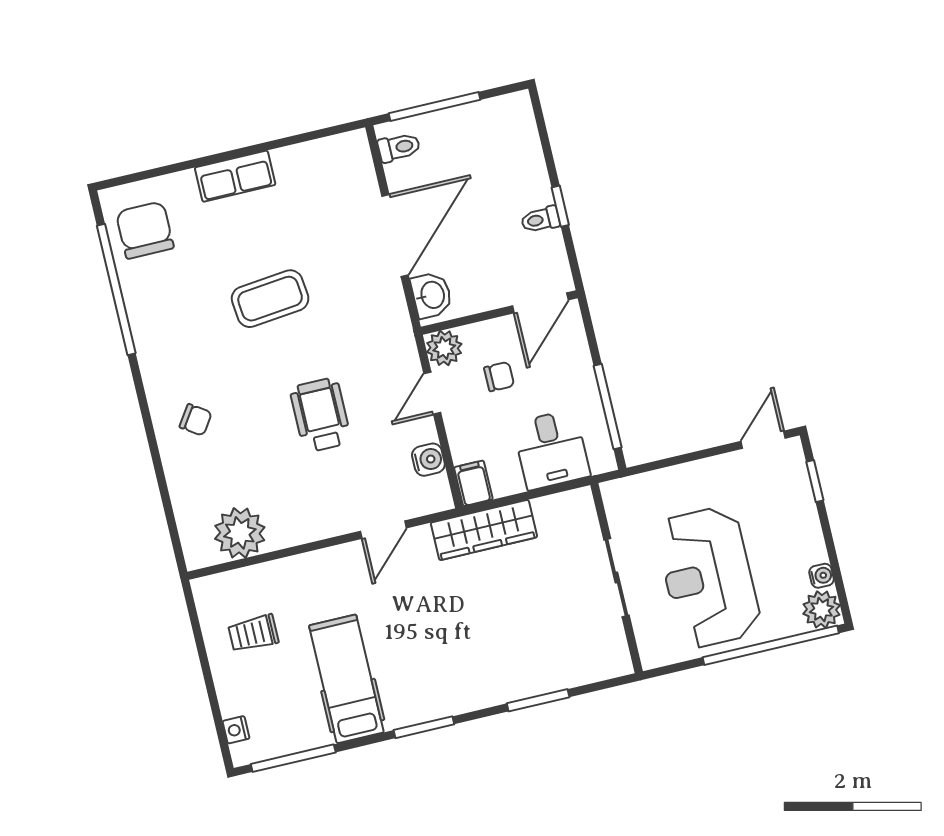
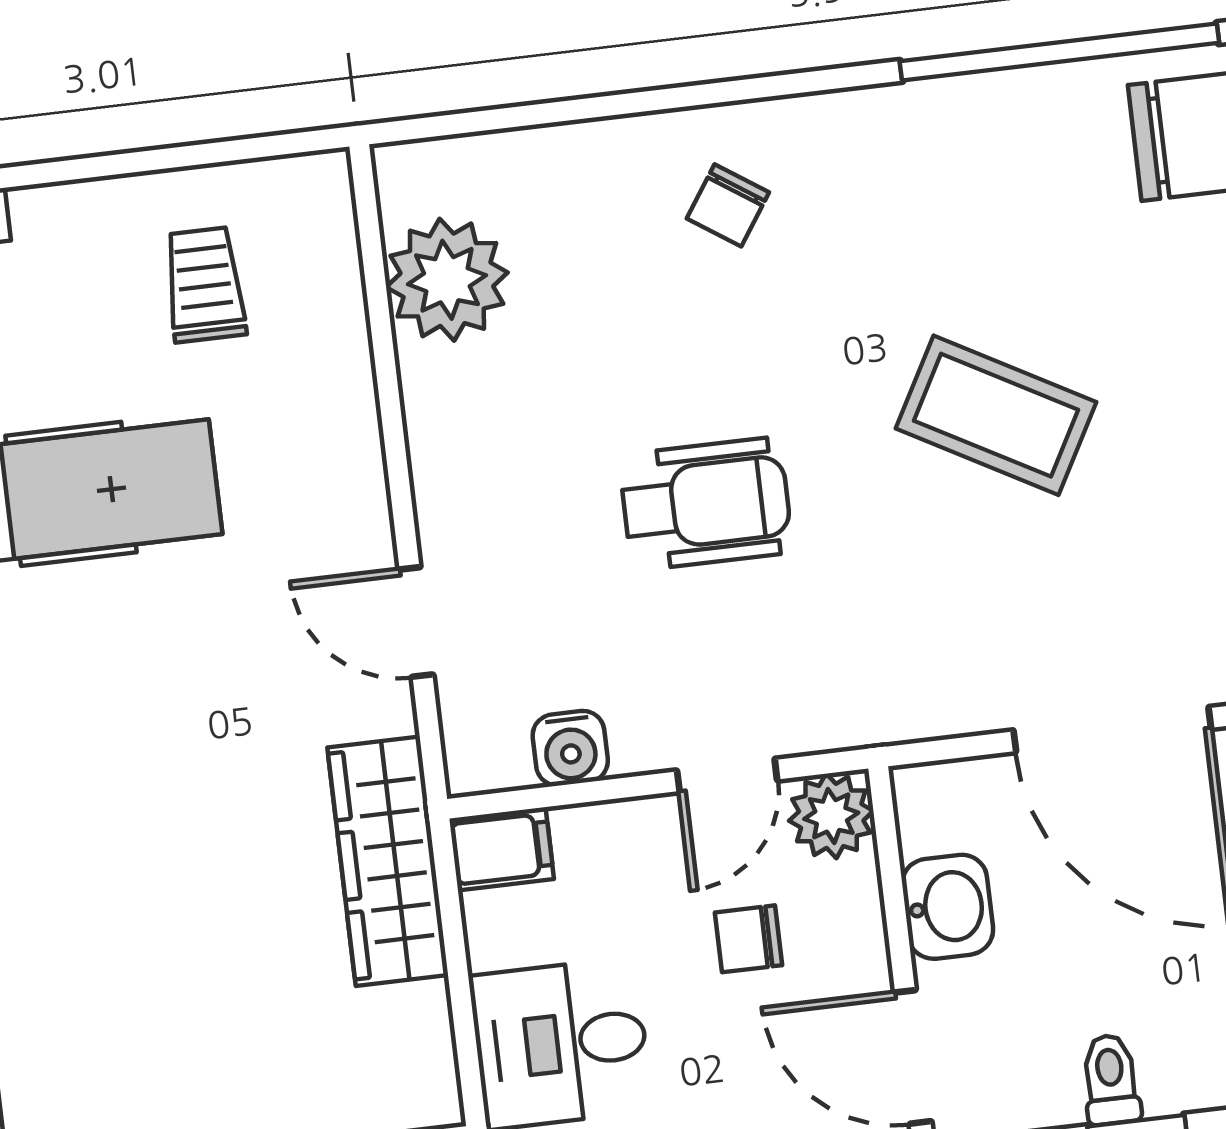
washbasin: (432, 295) -> (948, 907), moved, turned -90
coffee table: (270, 299) -> (996, 415), turned -55
chair: (499, 377) -> (749, 939), turned 90
door: (432, 393) -> (727, 776), swing flipped

